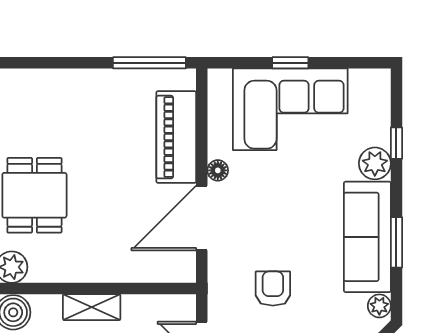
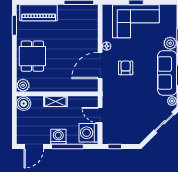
piano: (176, 137) -> (39, 13), moved, turned -90
armchair: (273, 289) -> (126, 68), moved

